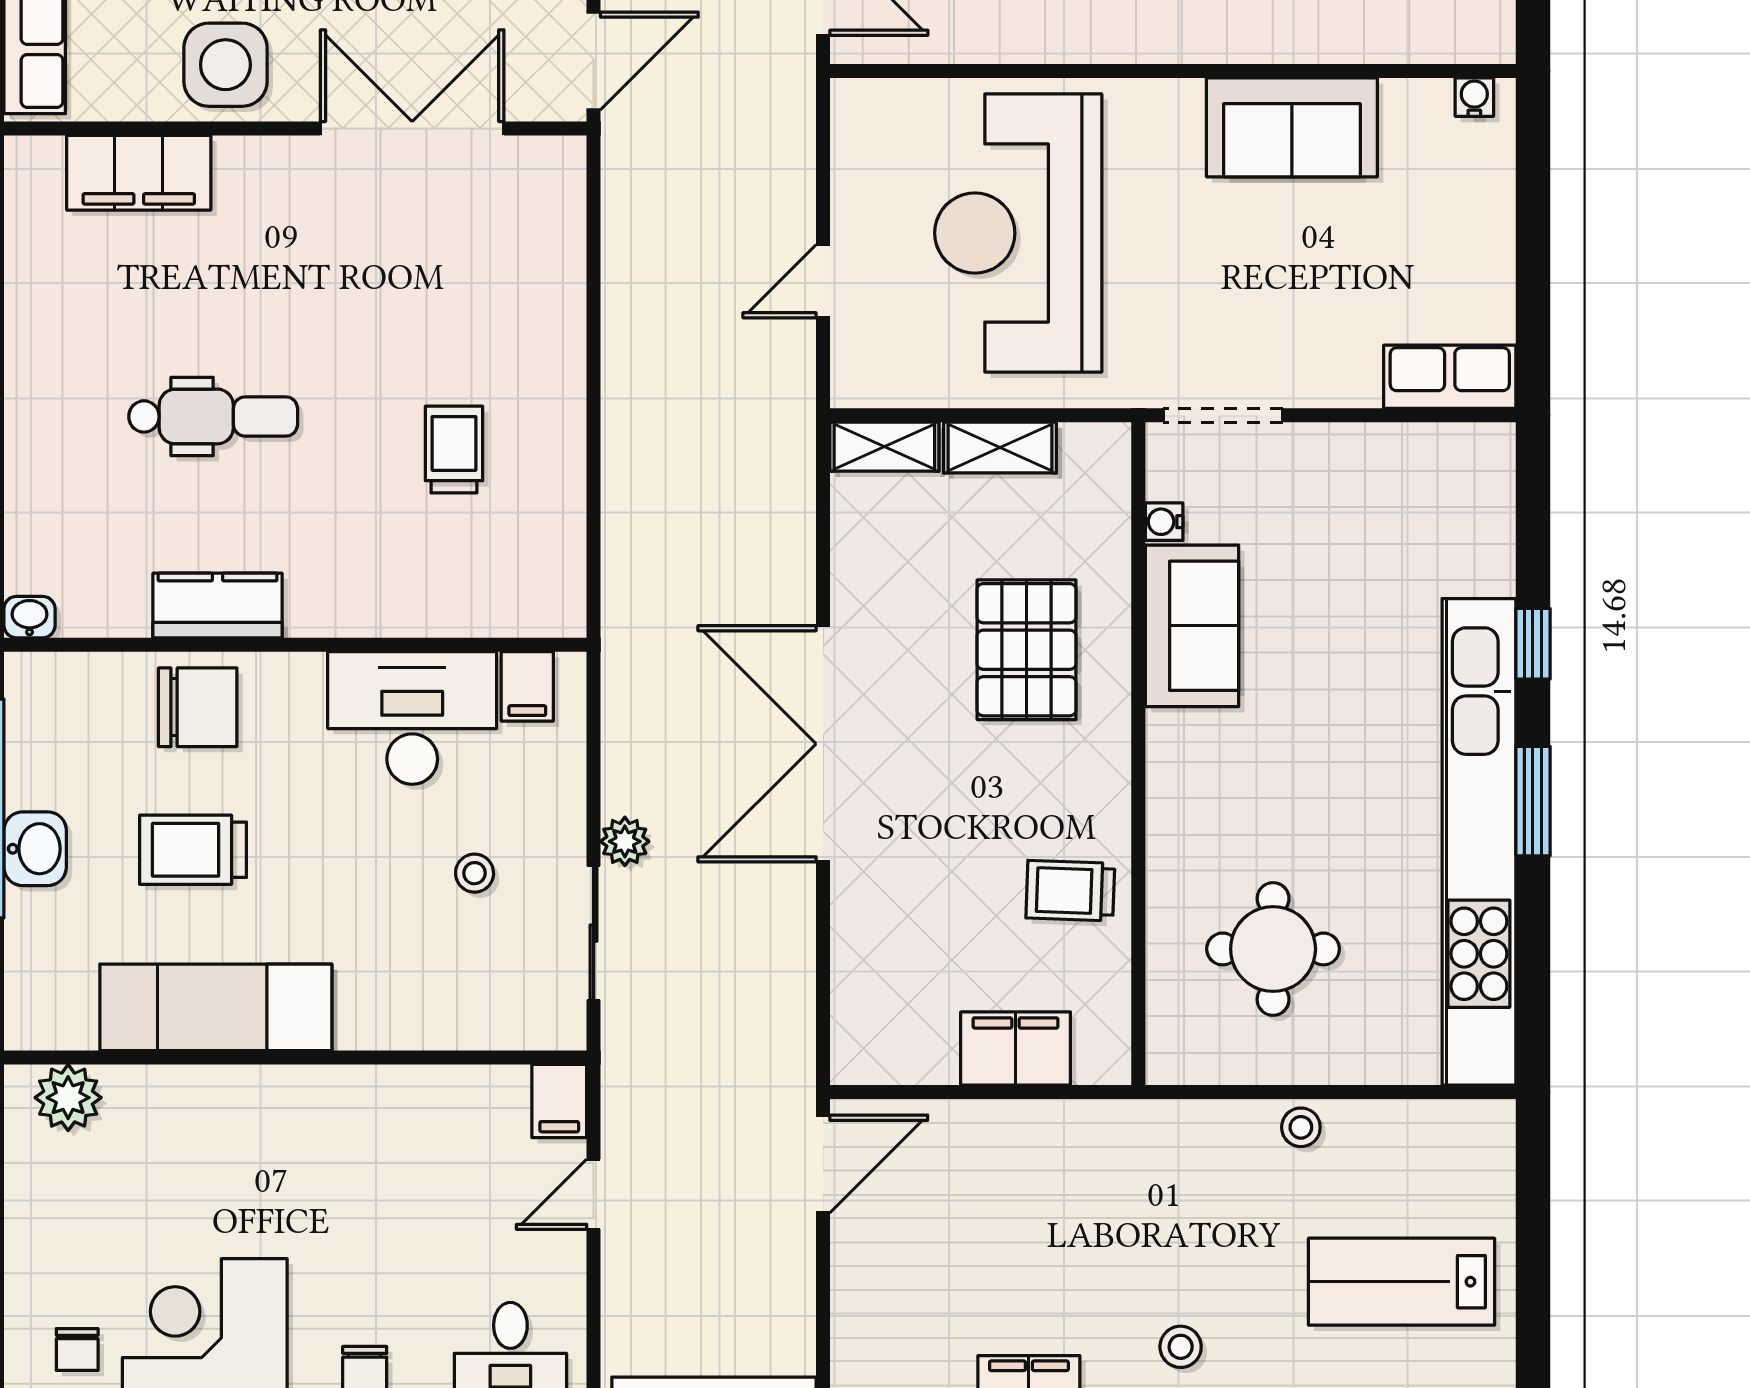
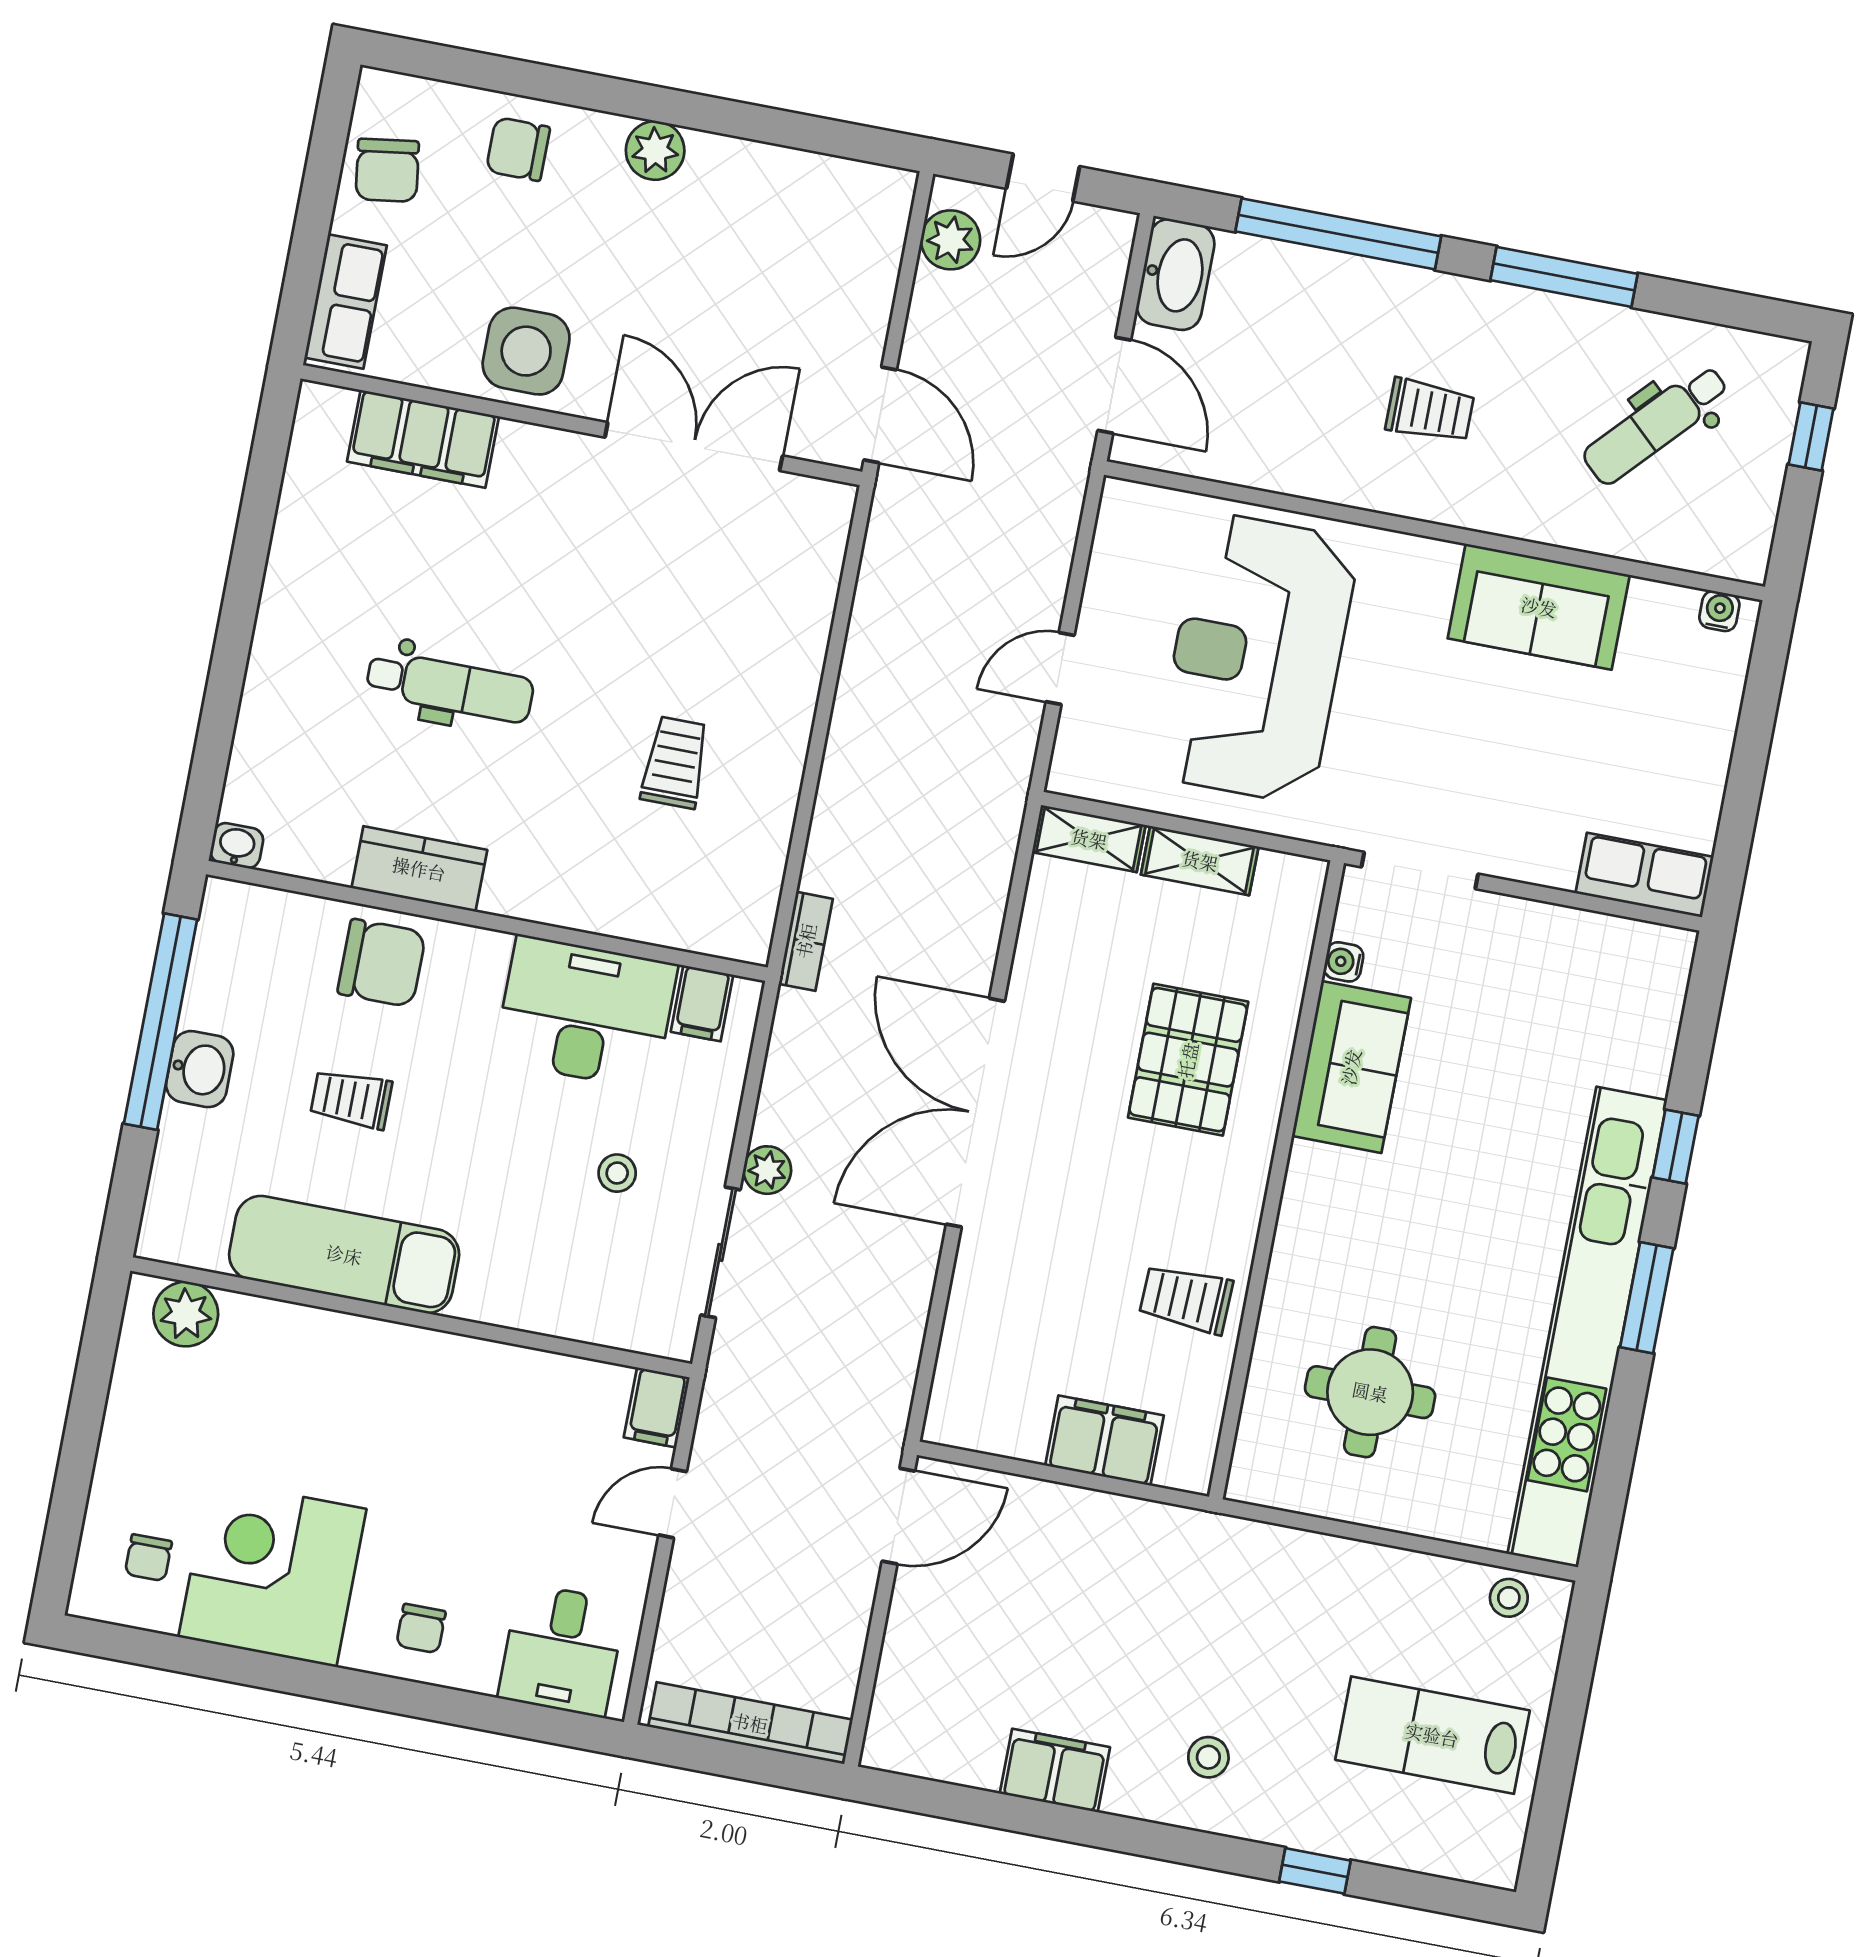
door: (594, 61) -> (880, 415), hinge flipped
bookcase: (620, 604) -> (806, 941), added
trolley: (193, 850) -> (351, 1099), width x0.73, depth x0.72
stool: (1301, 1127) -> (1509, 1598), moved

